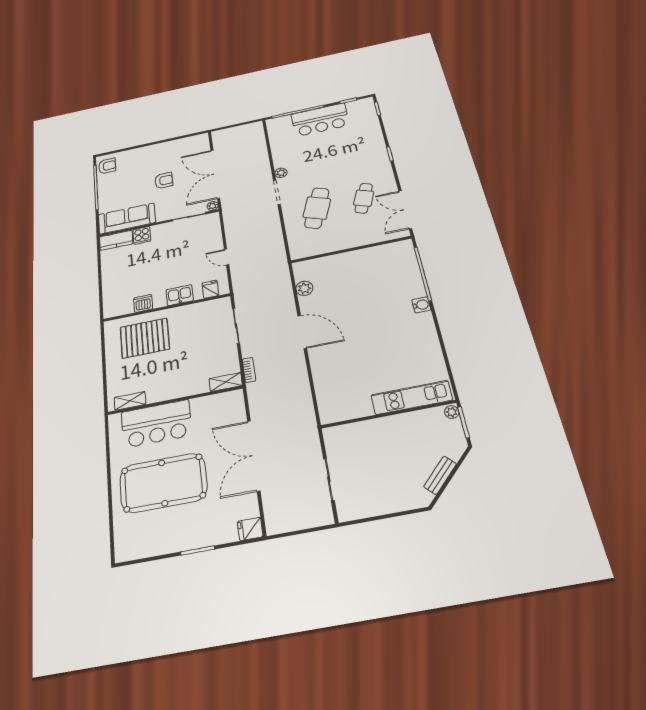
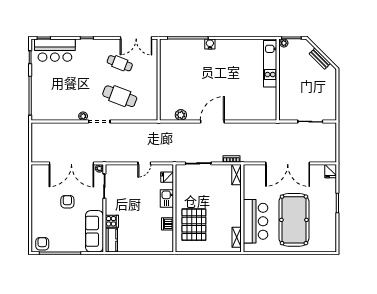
bar counter: (320, 120) -> (55, 50), moved, turned 90

